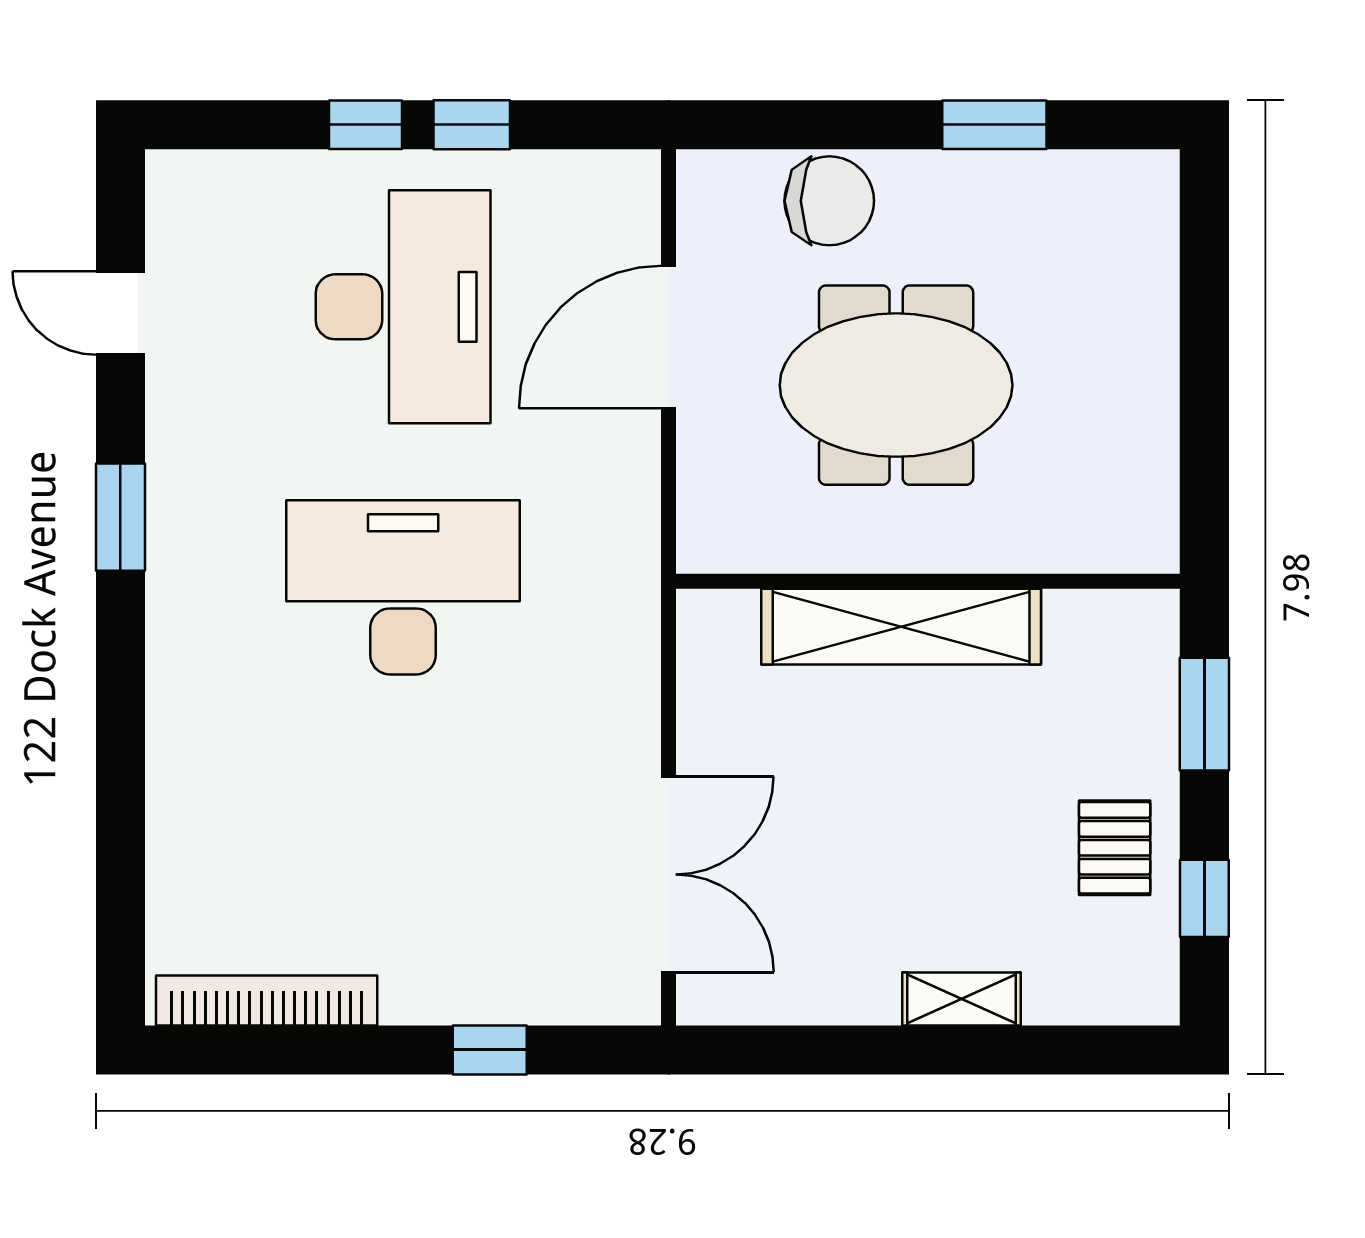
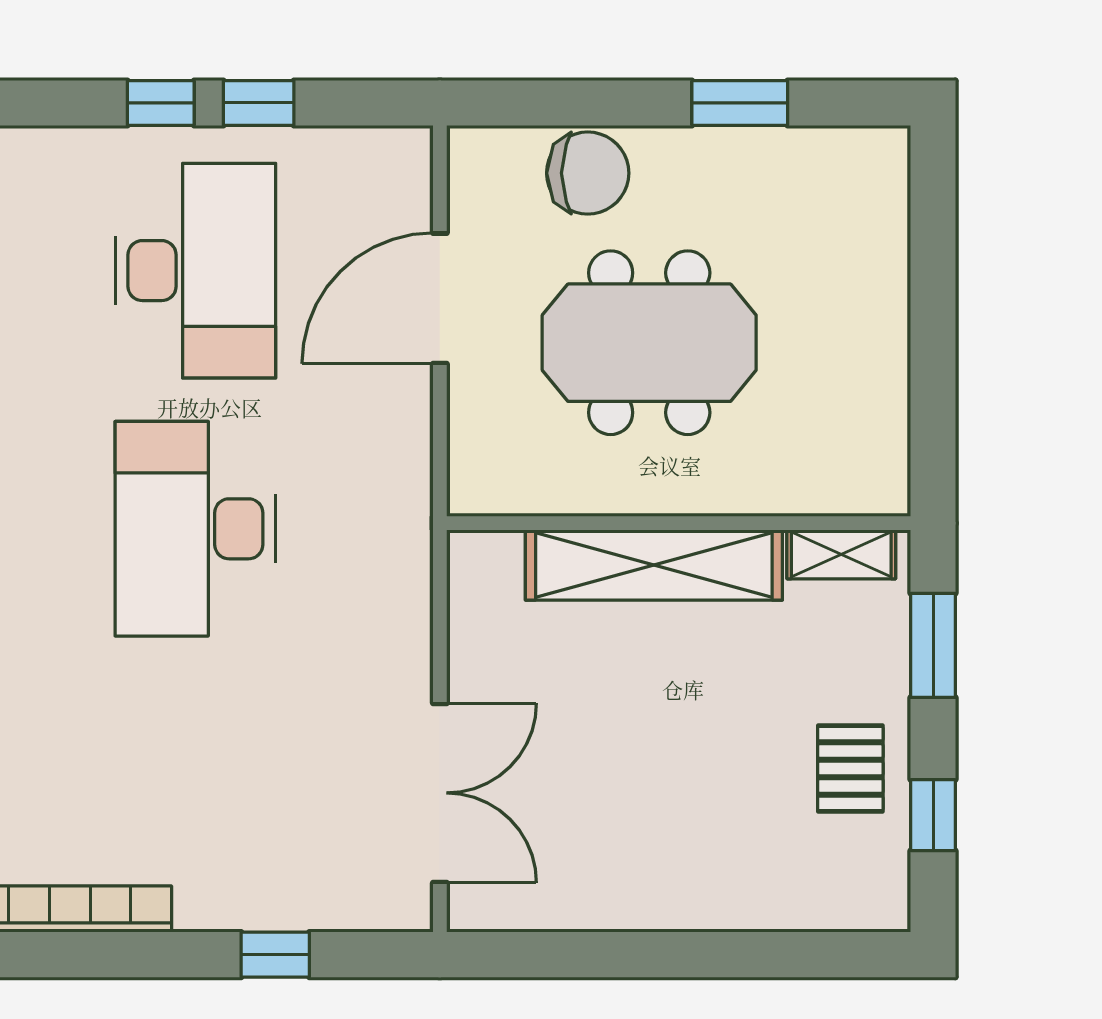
desk: (403, 587) -> (195, 529), turned -90
shelving: (961, 999) -> (841, 554), moved

